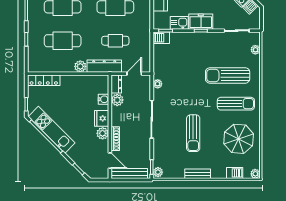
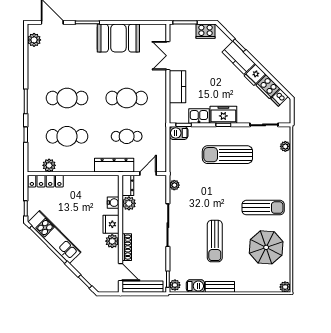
plant: (80, 66) -> (49, 165), moved
sun lounger: (228, 75) -> (227, 155), moved
barbecue: (235, 173) -> (195, 286), moved

